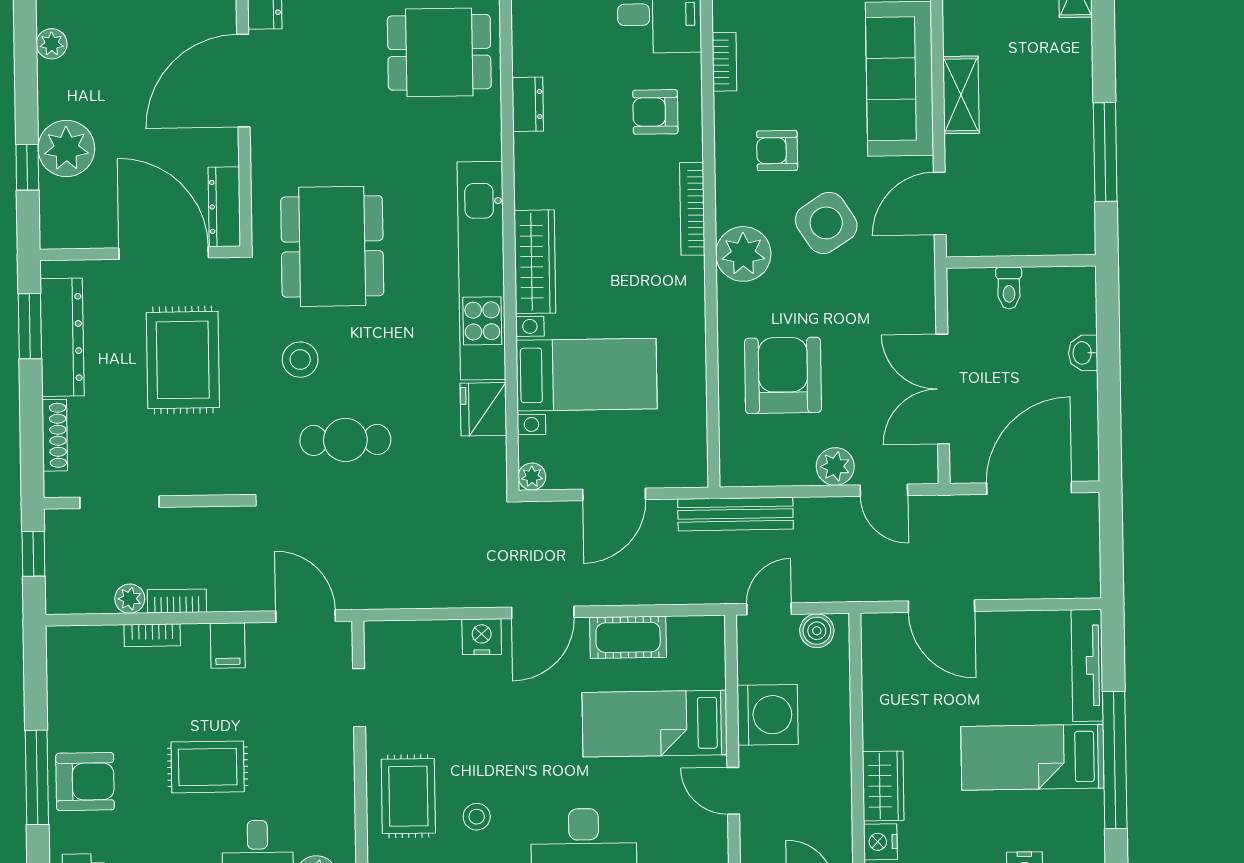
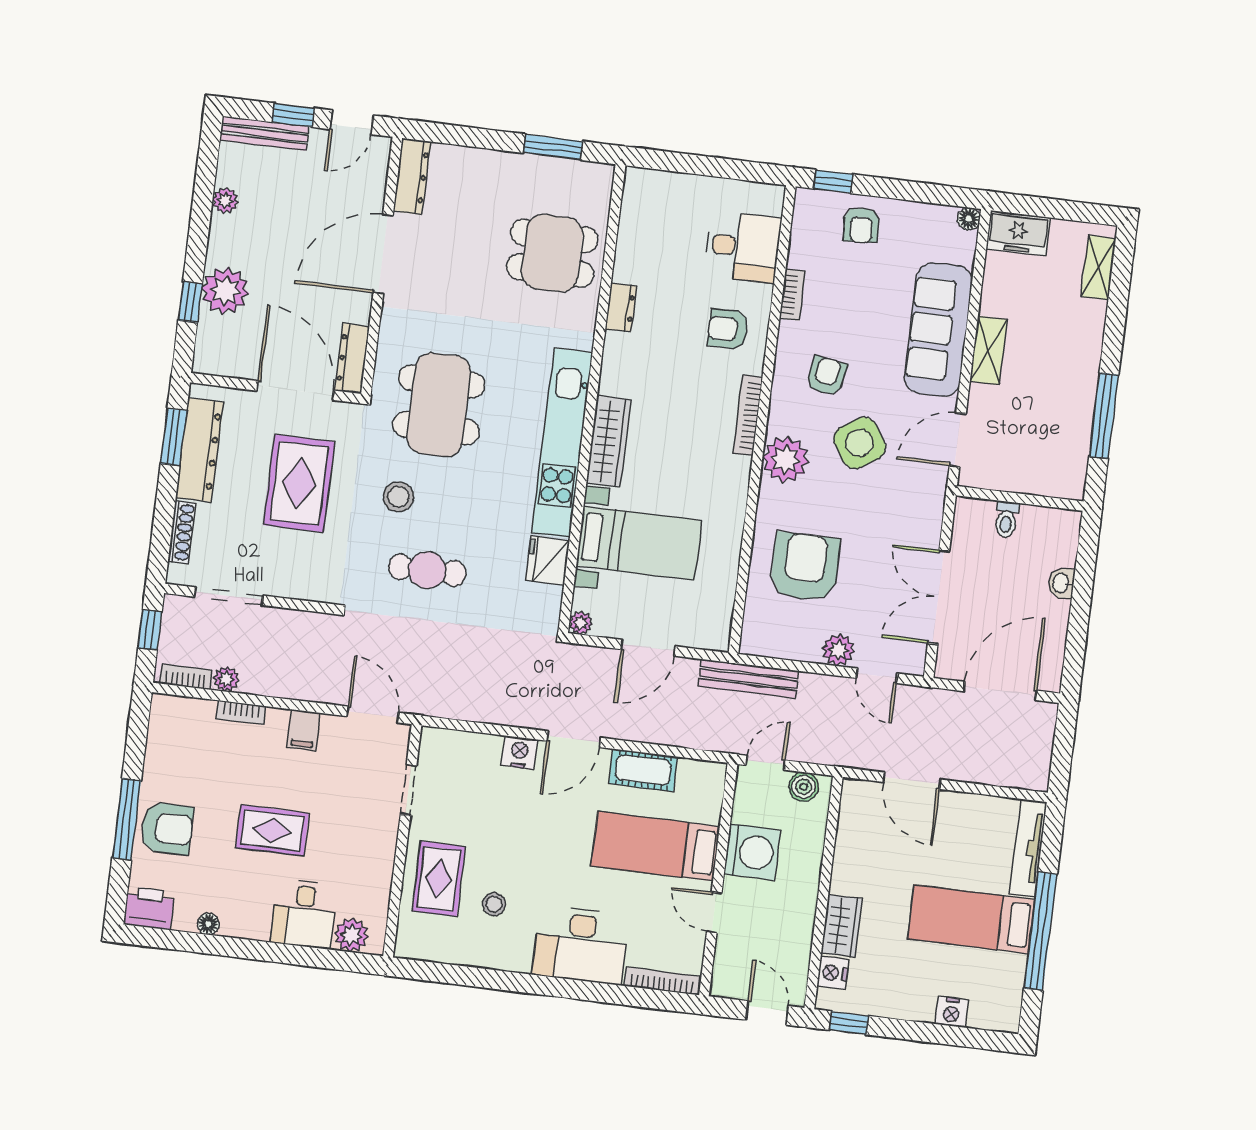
armchair: (777, 151) -> (826, 376), turned 100
bookcase: (177, 601) -> (186, 677), moved

